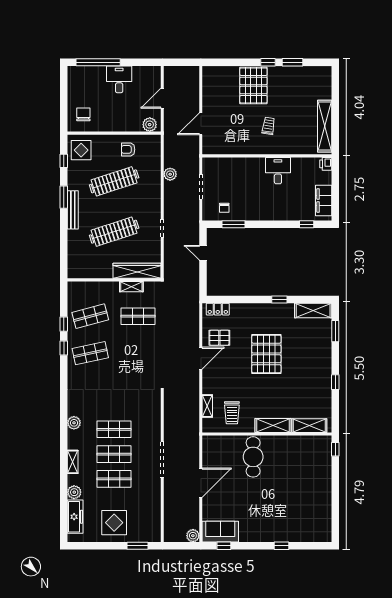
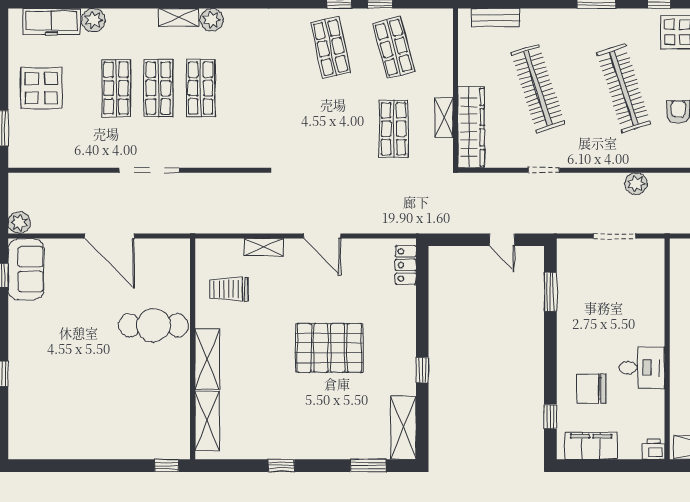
chair: (224, 208) -> (591, 389), moved, width x1.87, depth x1.87
bench: (73, 210) -> (496, 18), moved, width x0.73
door: (203, 253) -> (502, 240), swing flipped
pallet: (219, 338) -> (357, 268), removed
shelving: (207, 406) -> (264, 247), moved
shelving: (73, 462) -> (179, 17), moved

